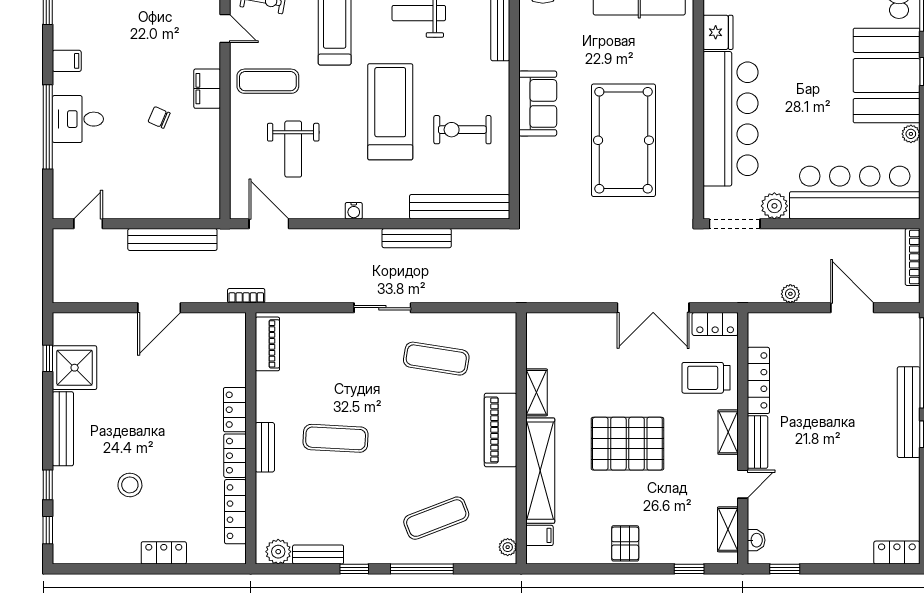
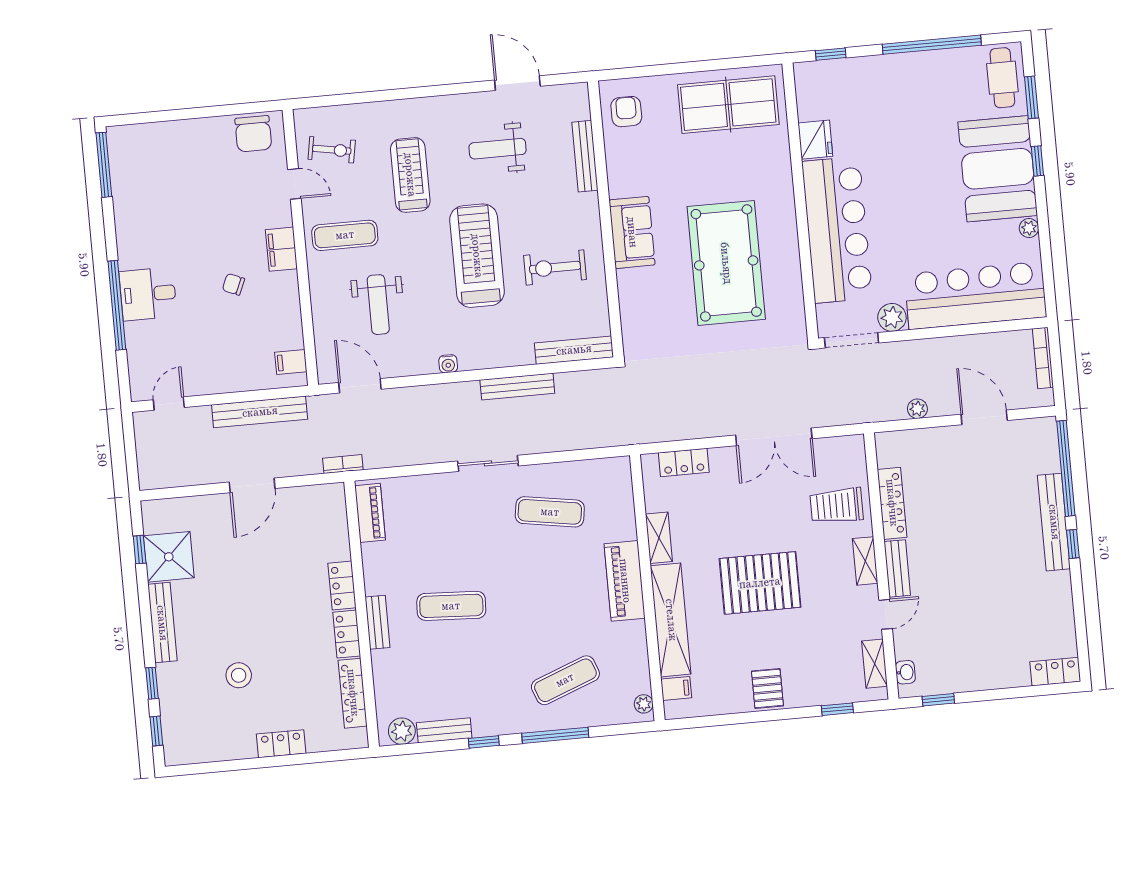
filing cabinet: (67, 61) -> (291, 362), moved, turned 180
bench: (460, 207) -> (574, 350), width x0.73, depth x0.82
locker: (715, 324) -> (684, 463), moved

